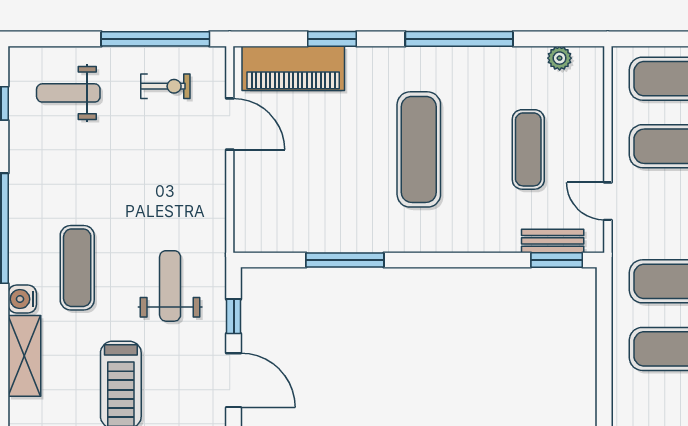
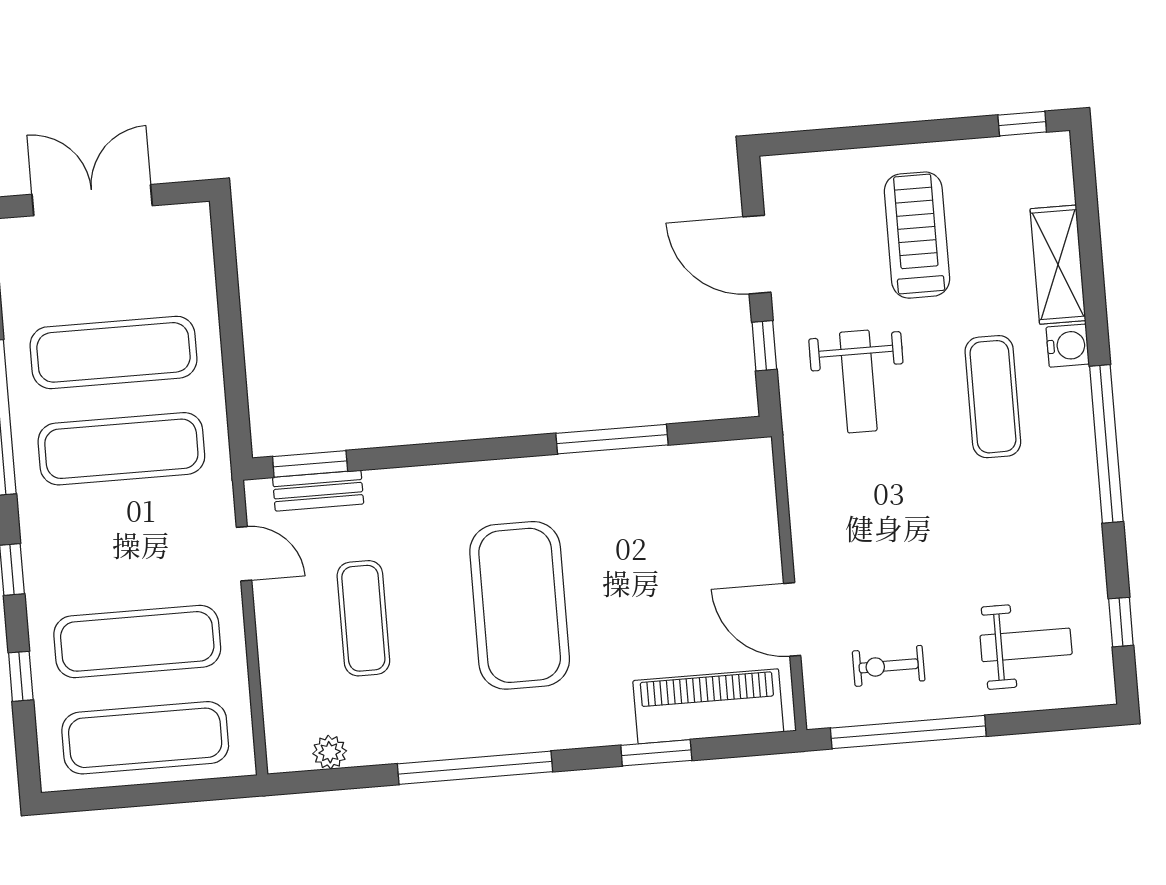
exercise mat: (419, 149) -> (520, 605), width x1.47

